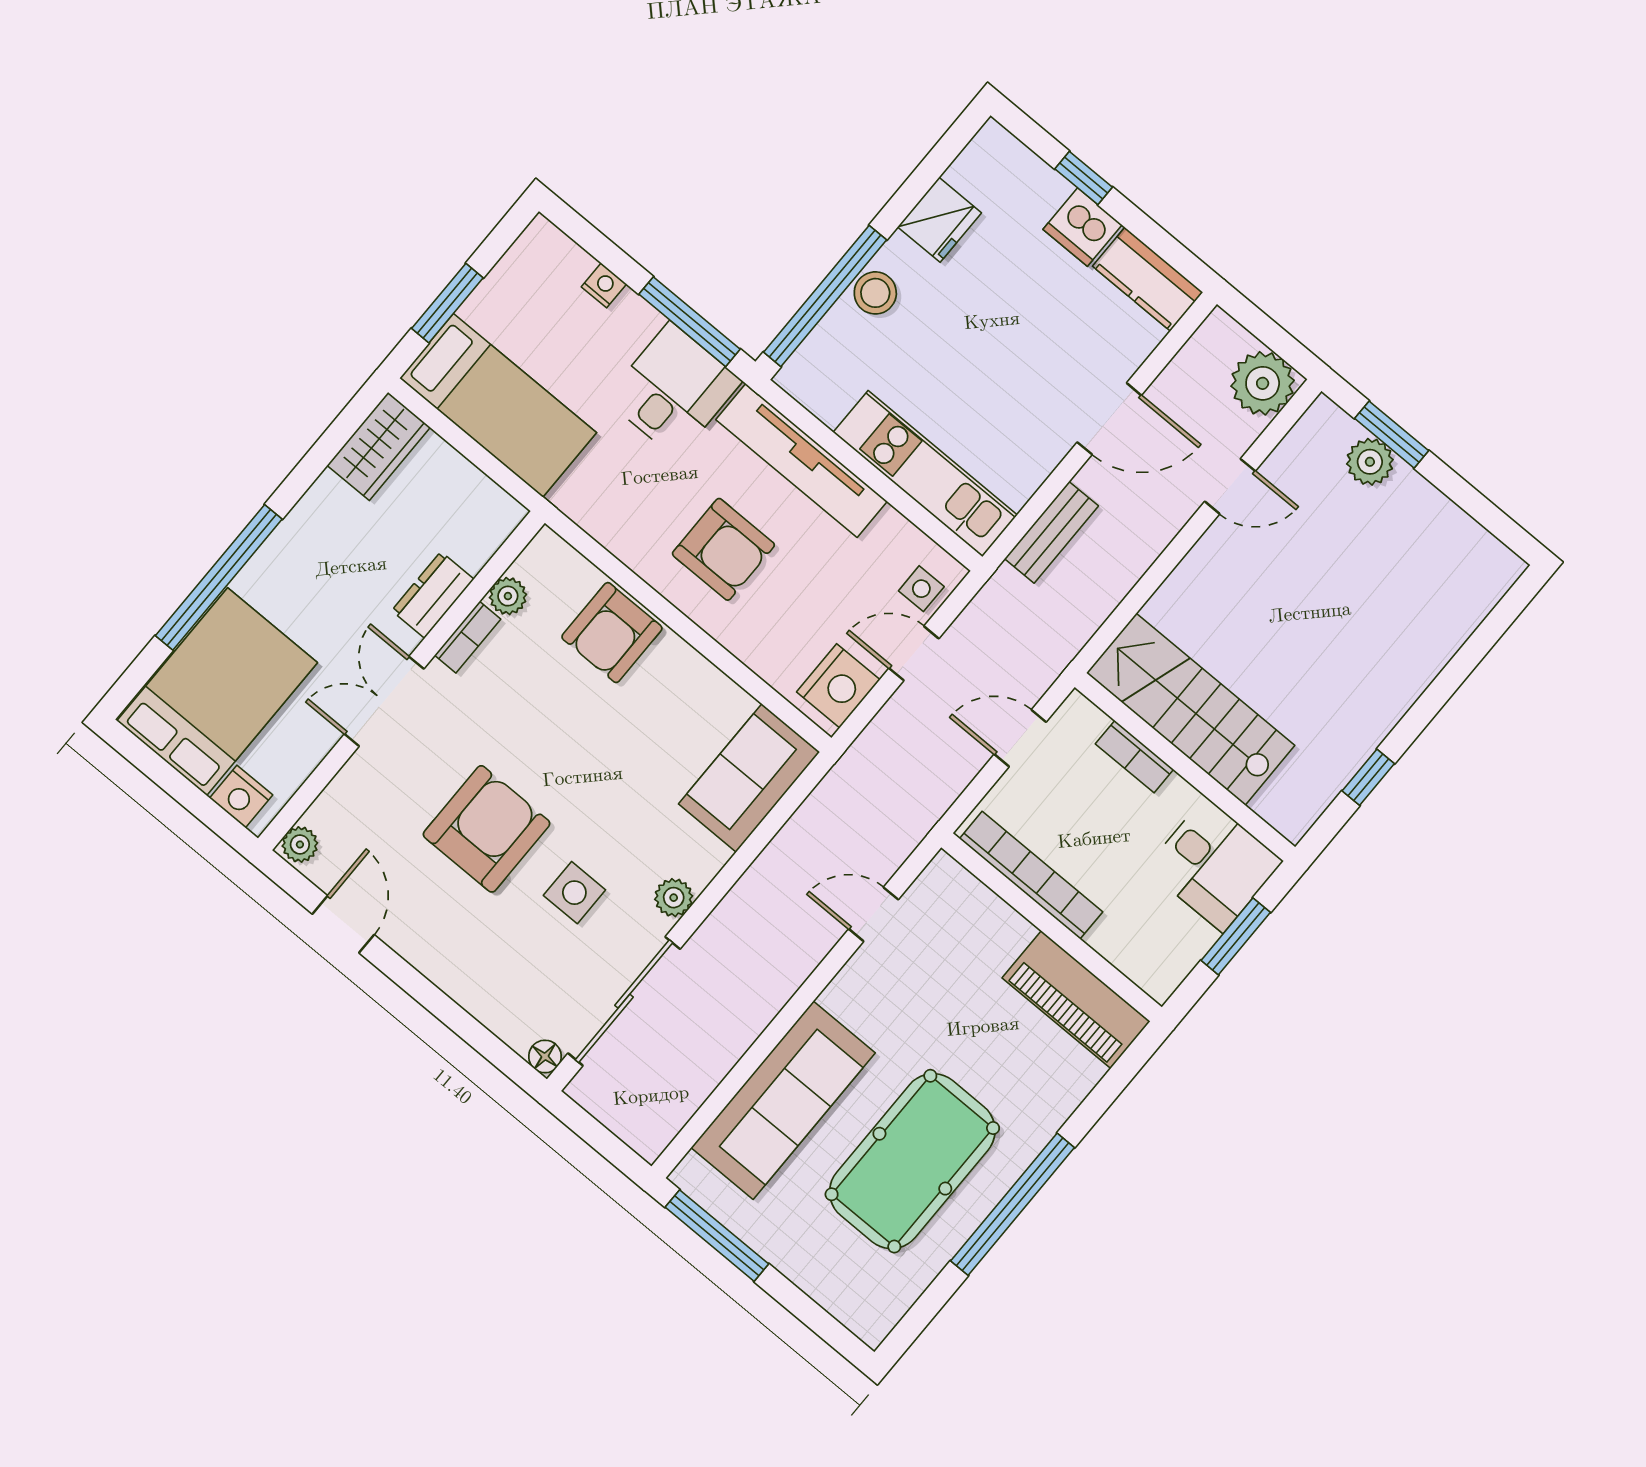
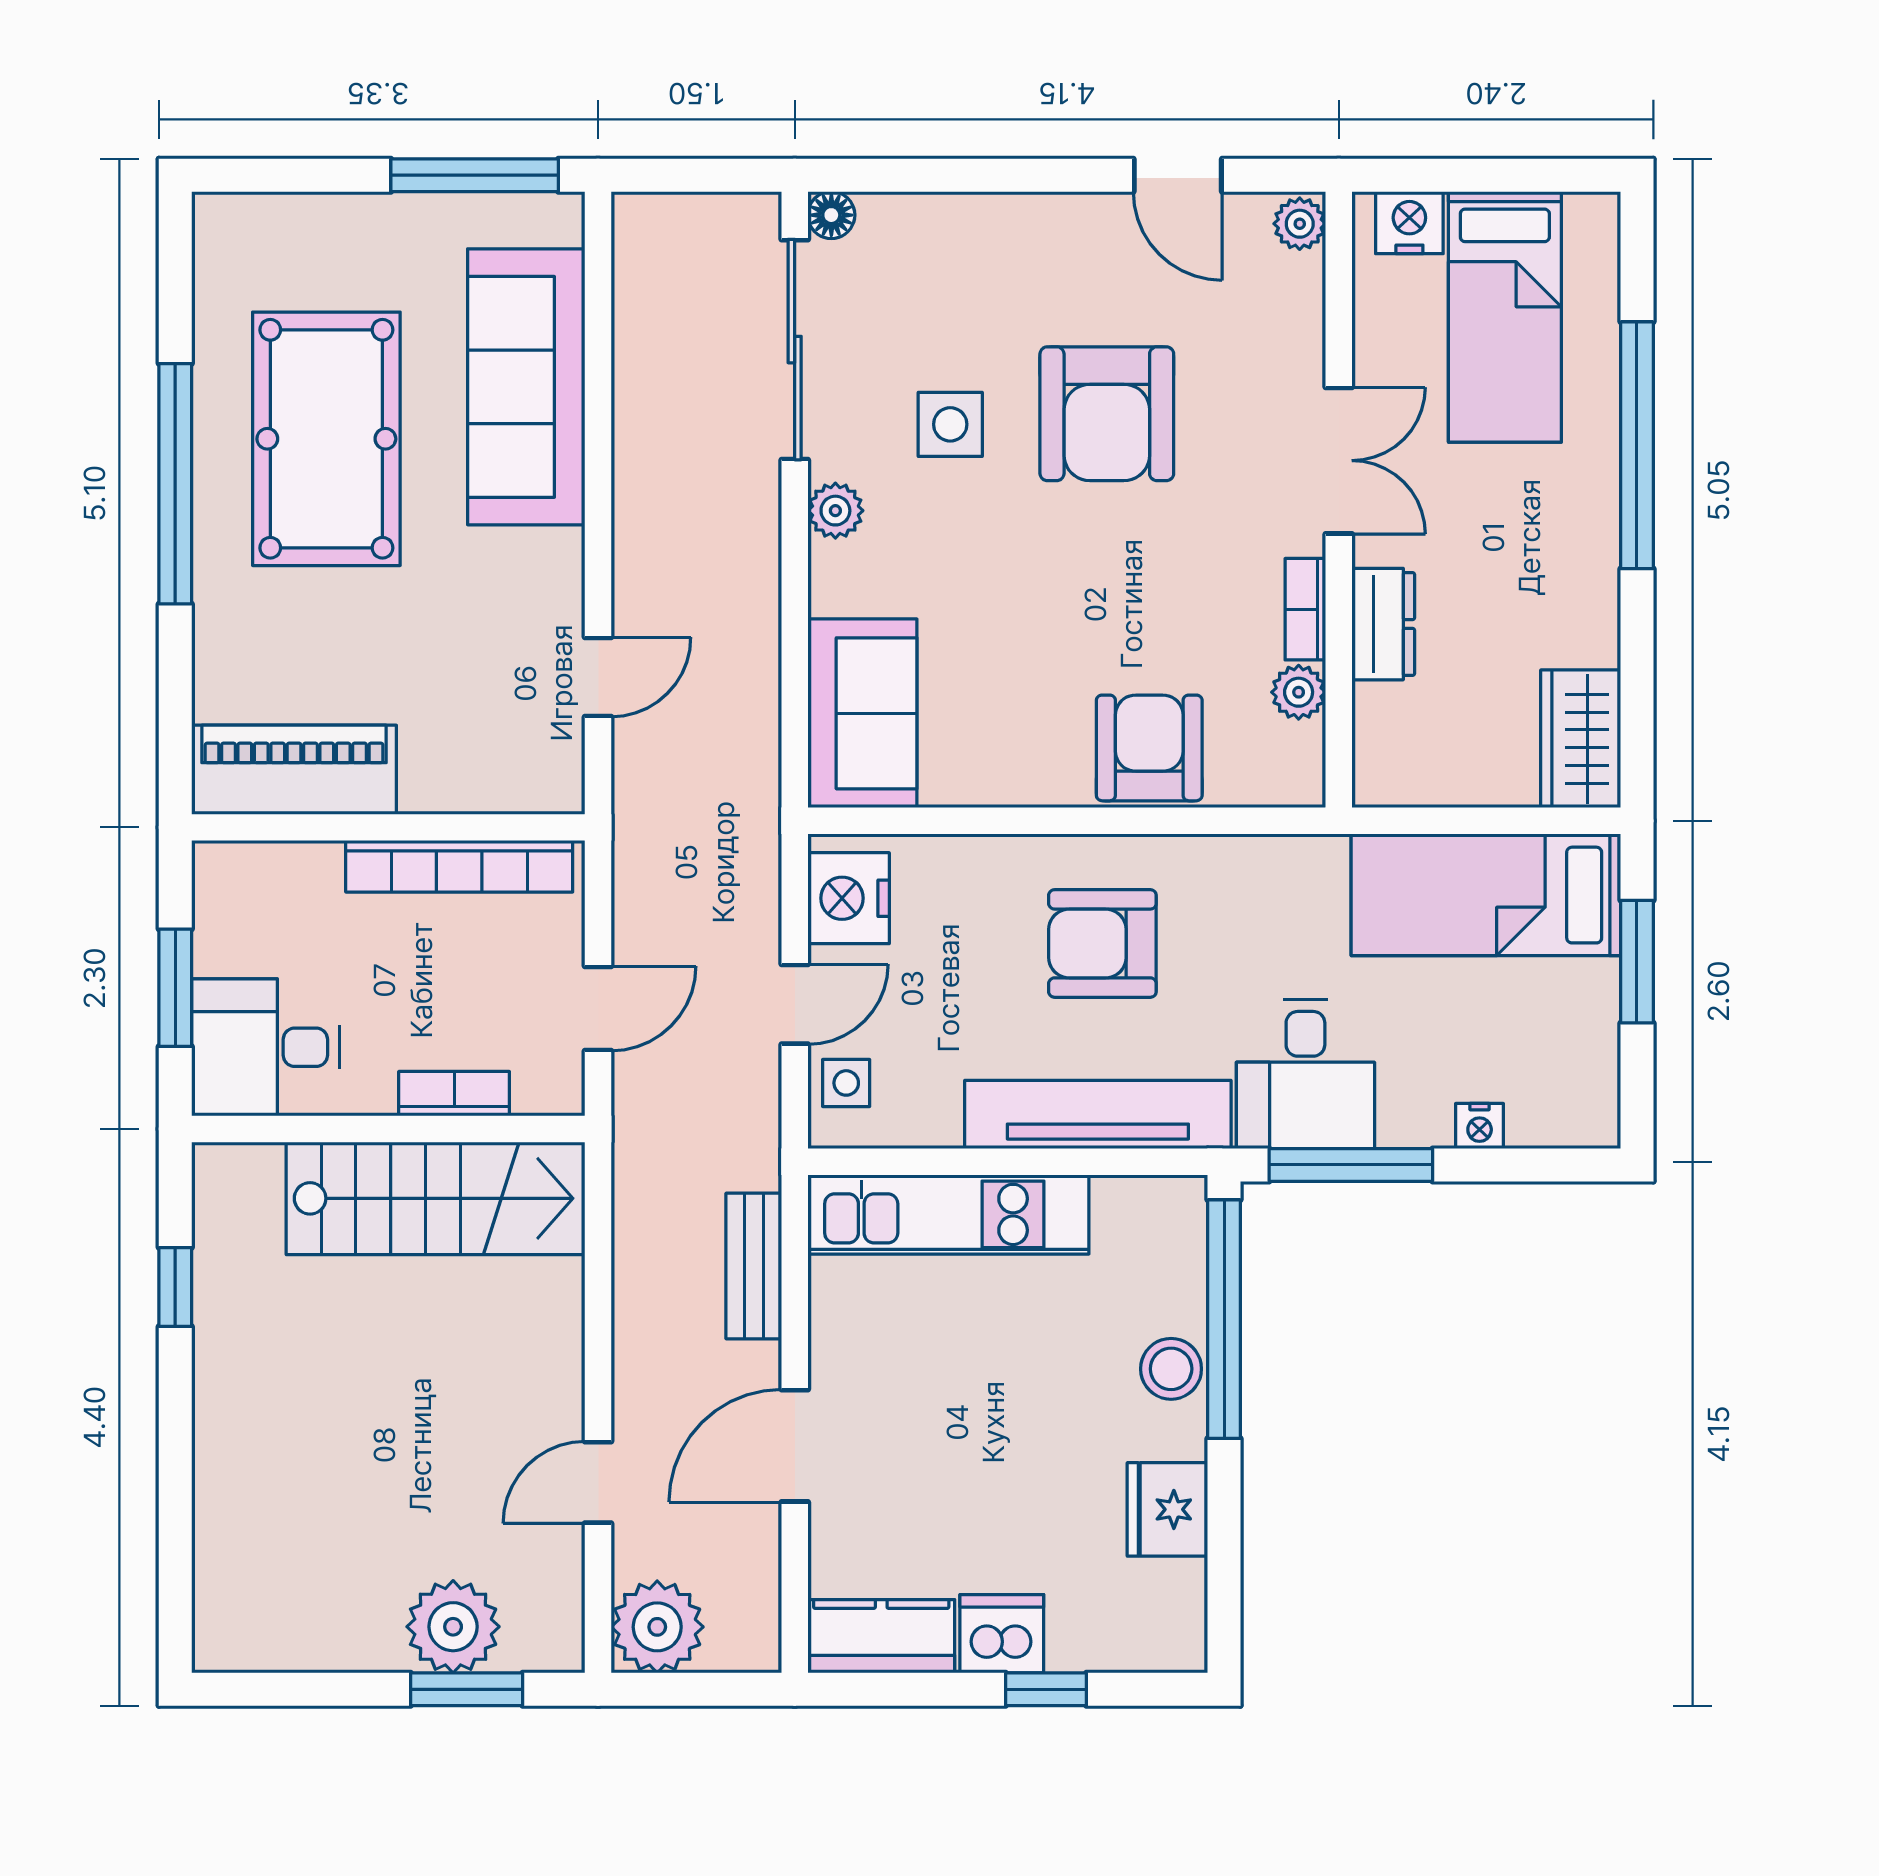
plant: (1370, 462) -> (453, 1627), width x1.36, depth x1.36
bed: (217, 692) -> (1505, 317), width x0.67

